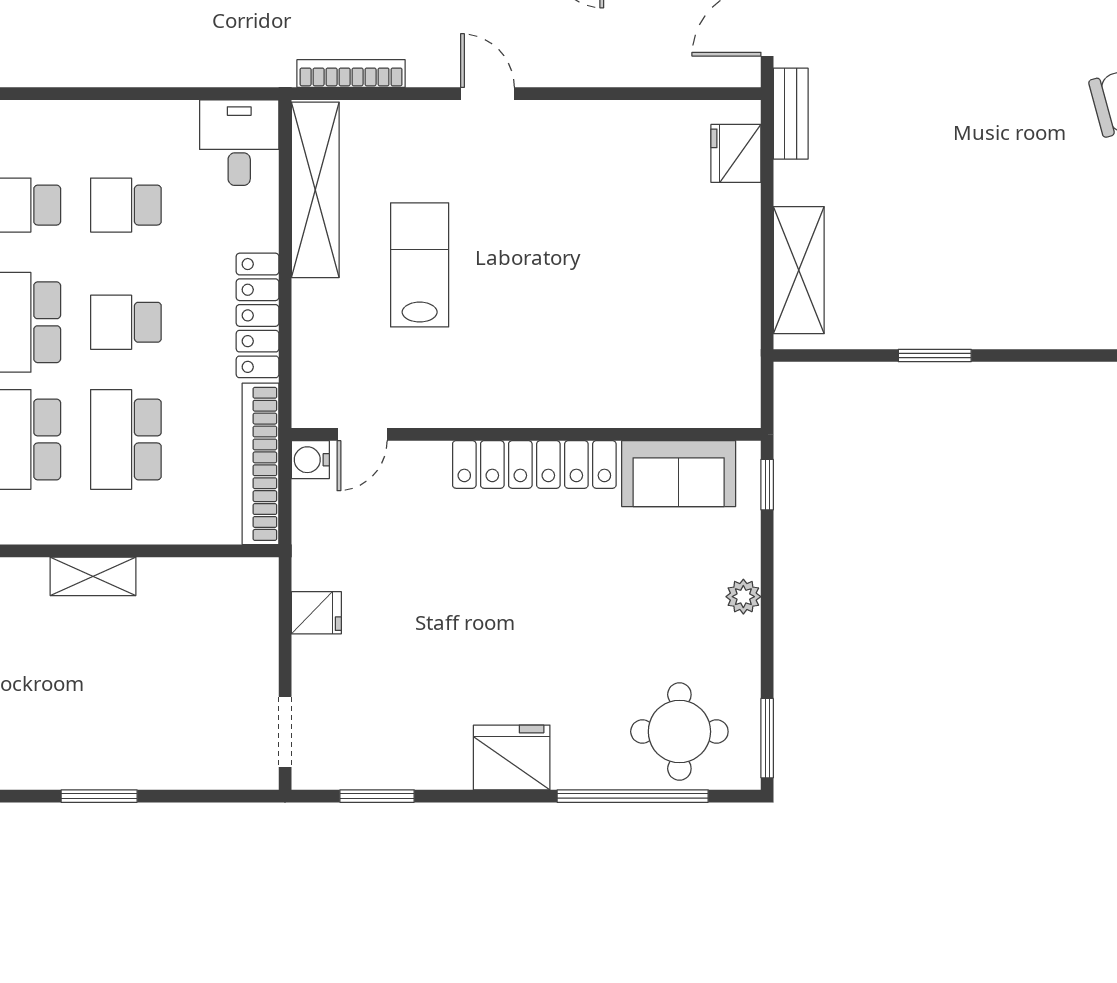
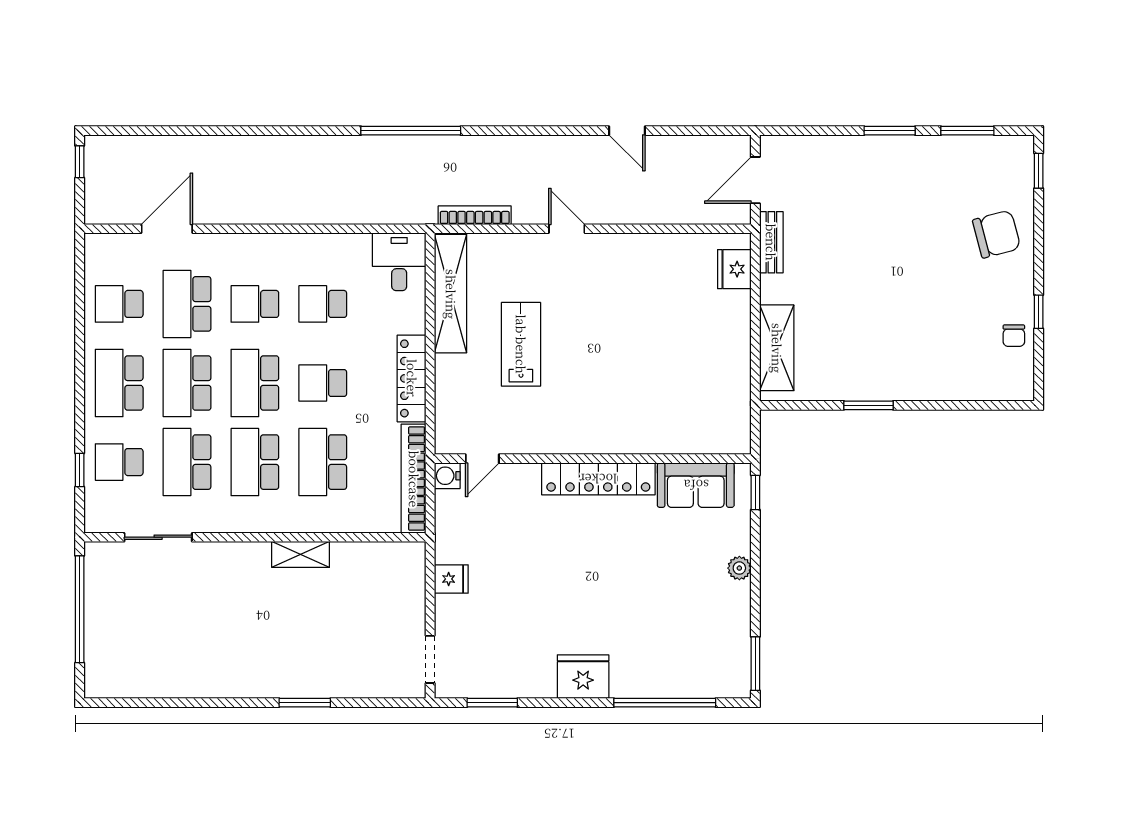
round table: (679, 732) -> (696, 659), removed

